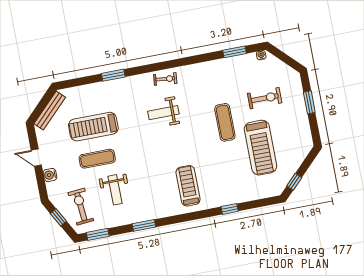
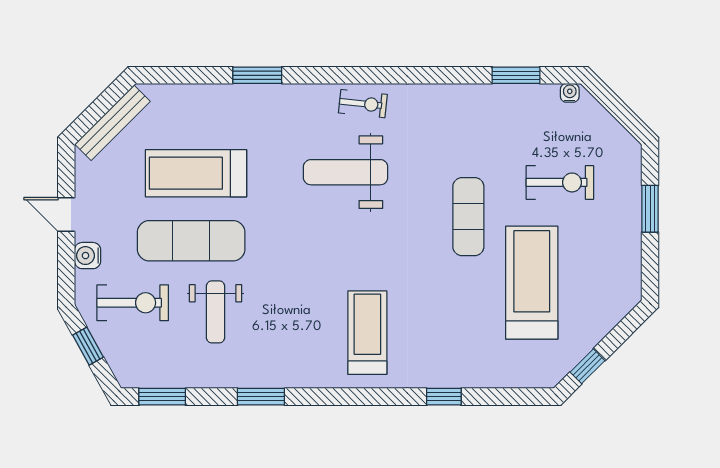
weight bench: (163, 113) -> (346, 172), width x1.36, depth x1.33
treadmill: (261, 148) -> (532, 283), turned 180
exercise mat: (97, 159) -> (191, 241), width x1.36, depth x1.45
exercise bike: (81, 207) -> (133, 303), moved, turned 95

